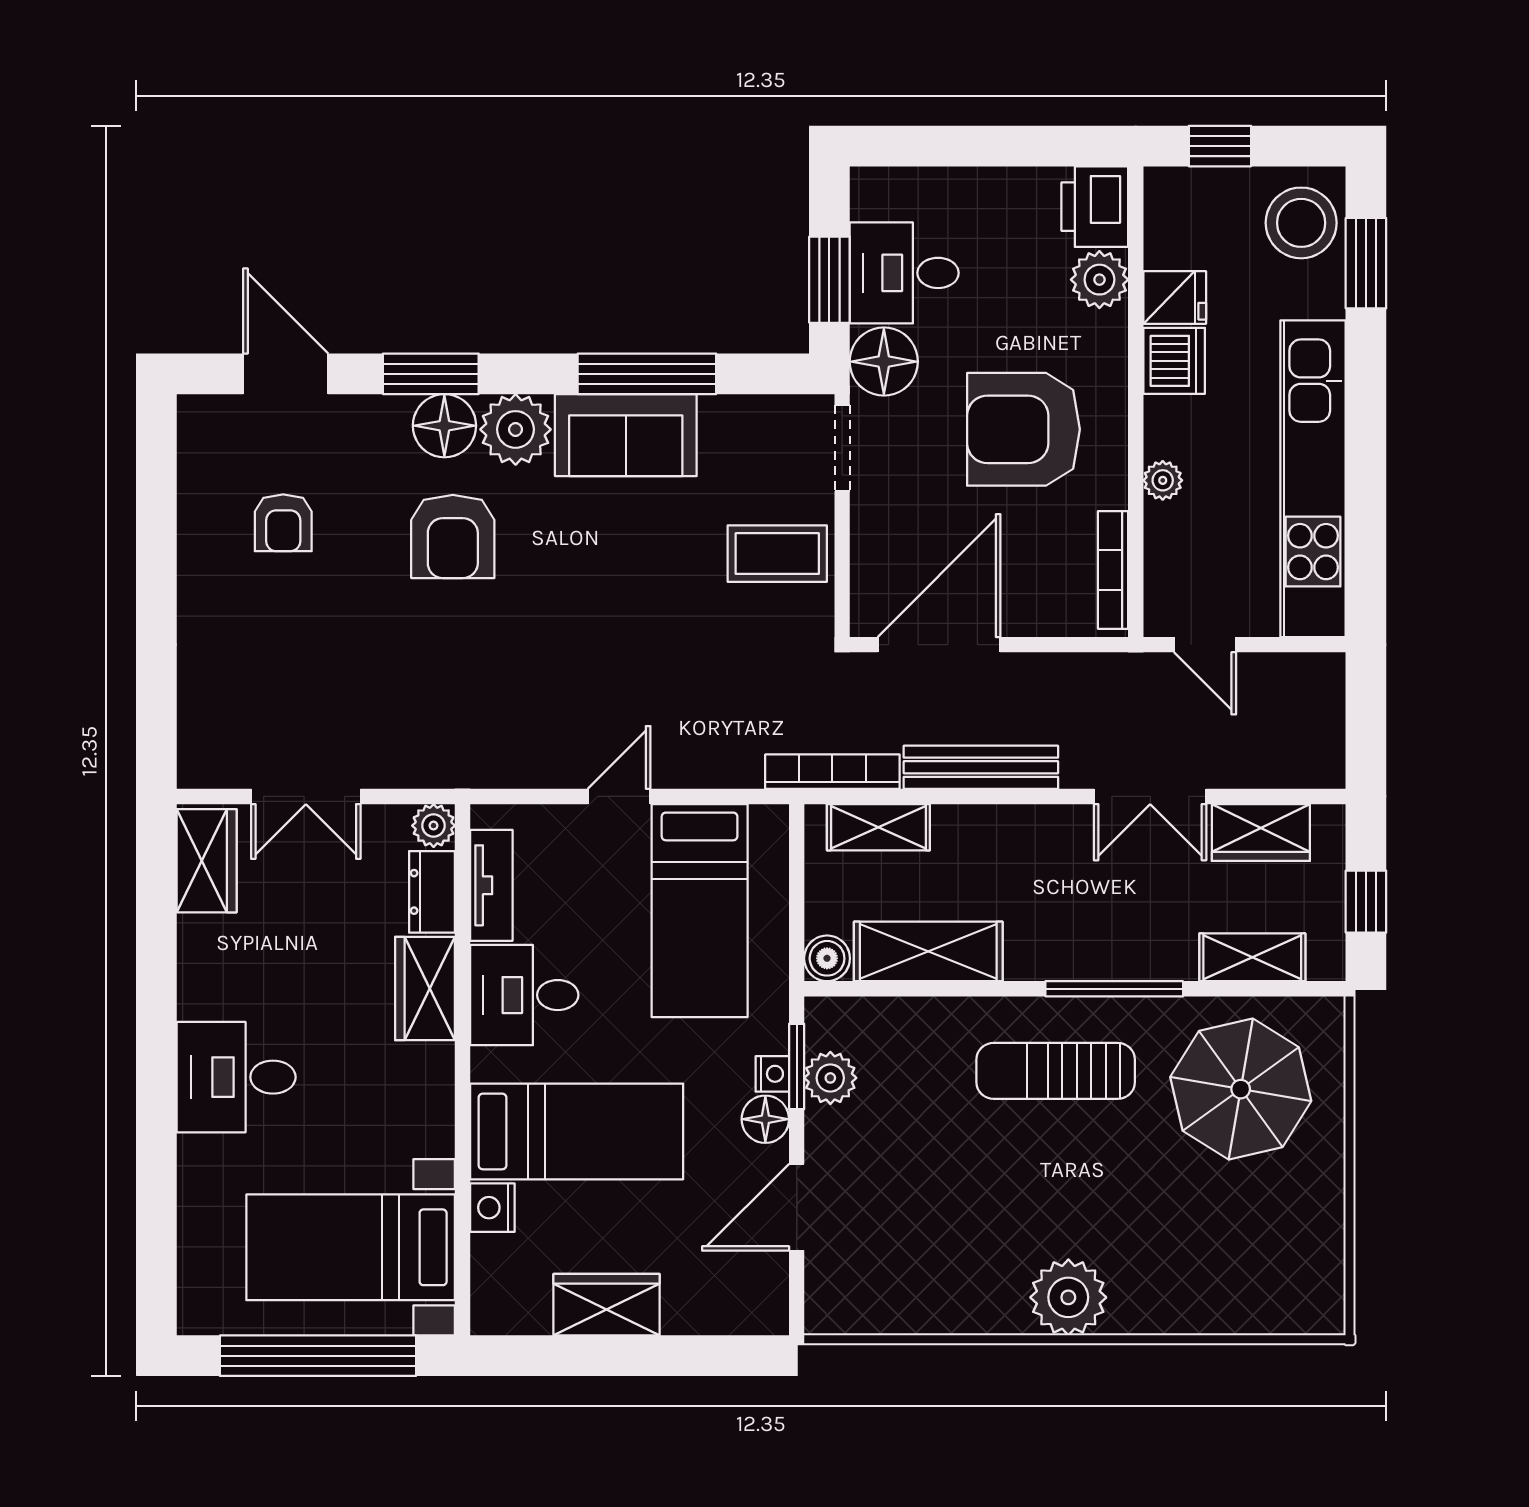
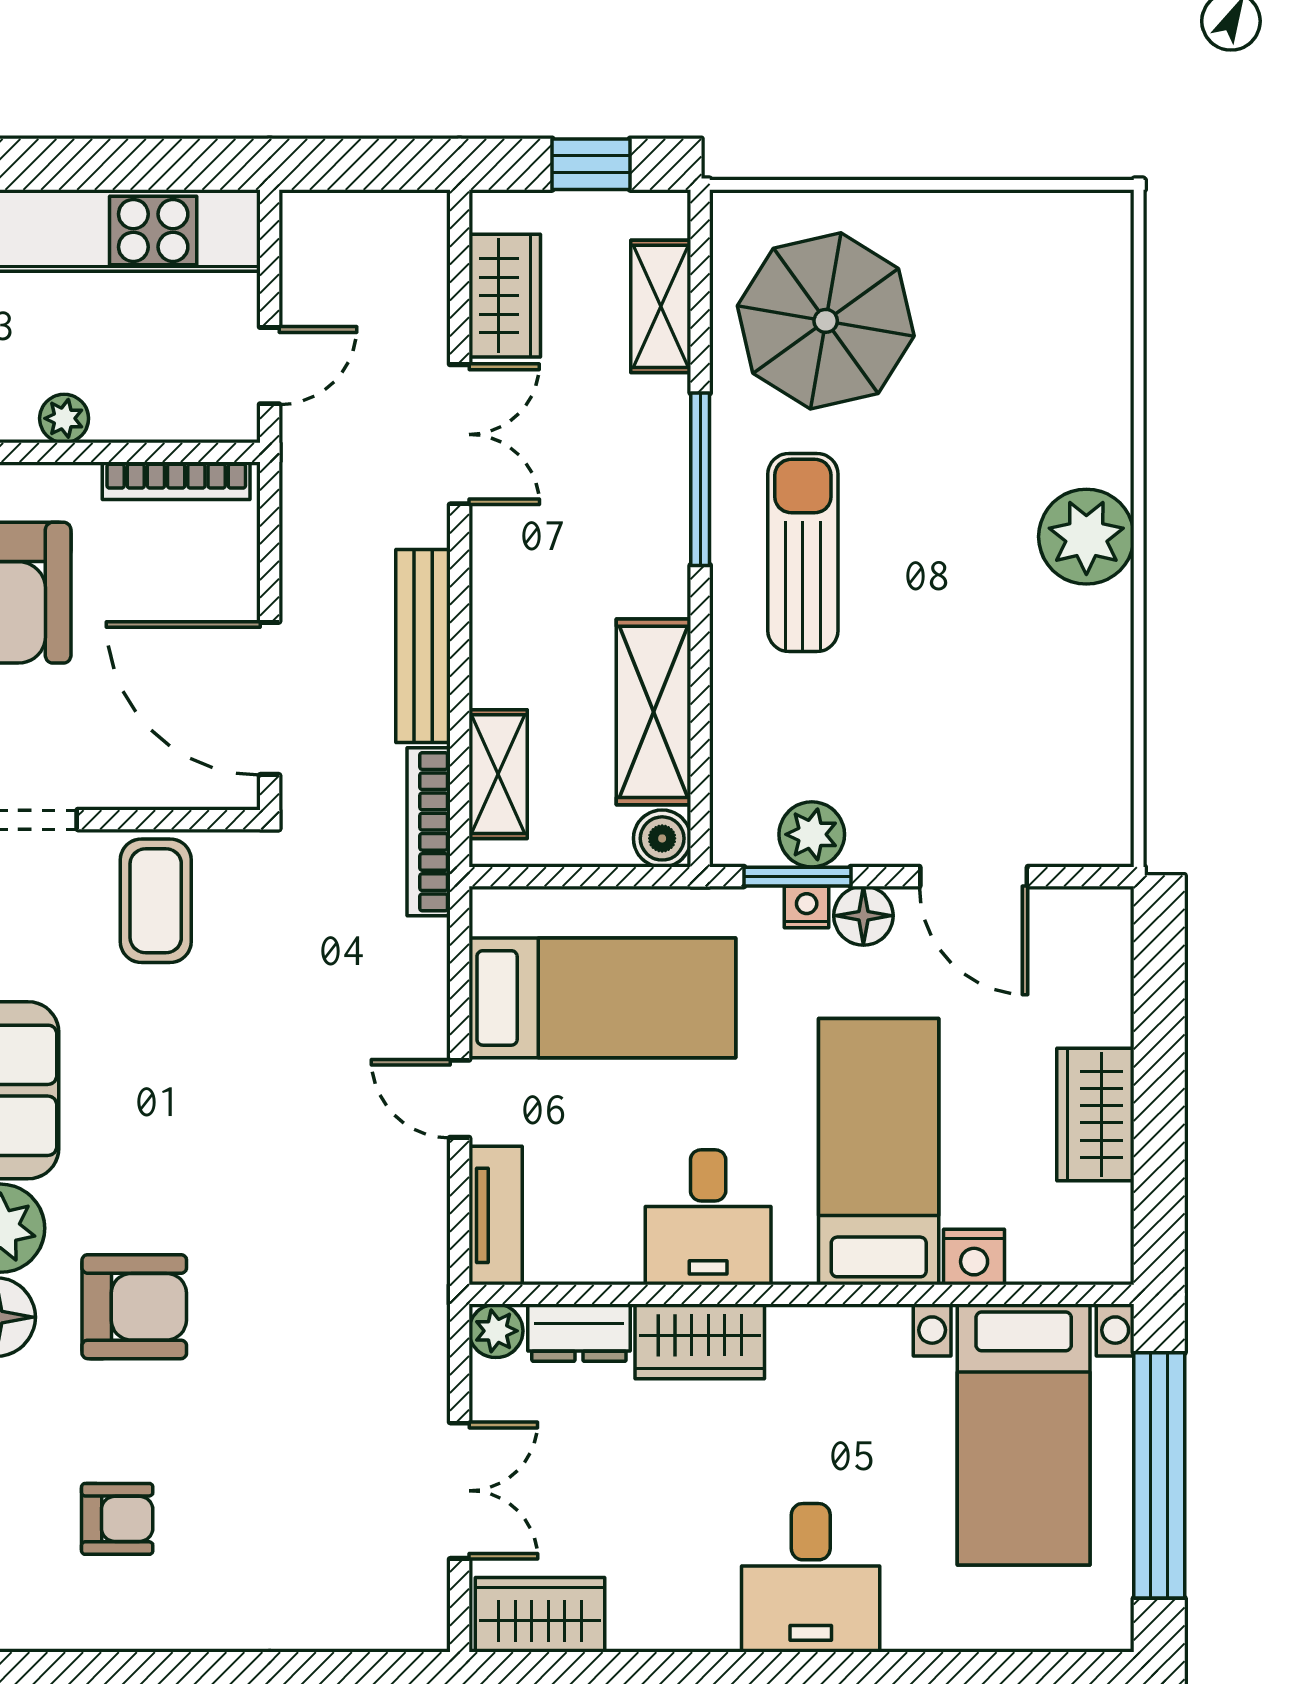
tv unit: (491, 885) -> (496, 1215), moved, turned 90
sun lounger: (1056, 1071) -> (803, 552), turned 180

